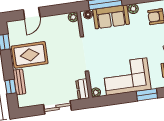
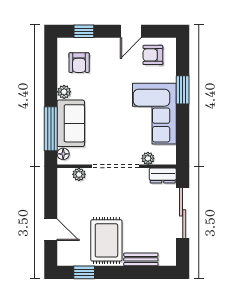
plant: (73, 17) -> (79, 174), moved
window: (10, 87) -> (146, 272), removed
plant: (96, 92) -> (148, 158), moved
sliding door: (57, 107) -> (183, 213), width x1.37

